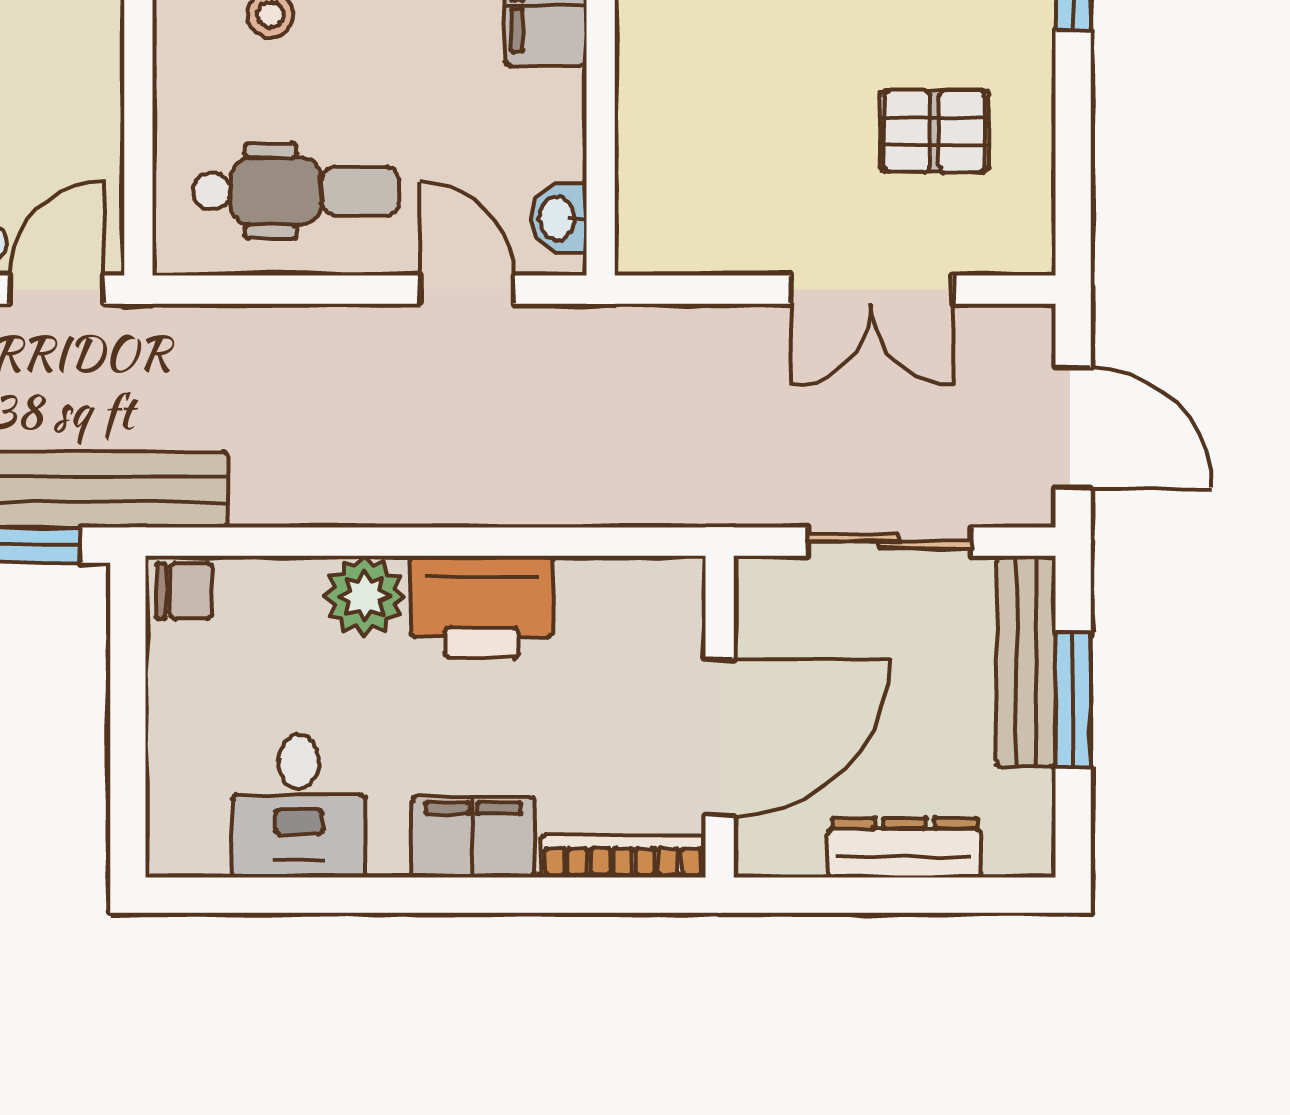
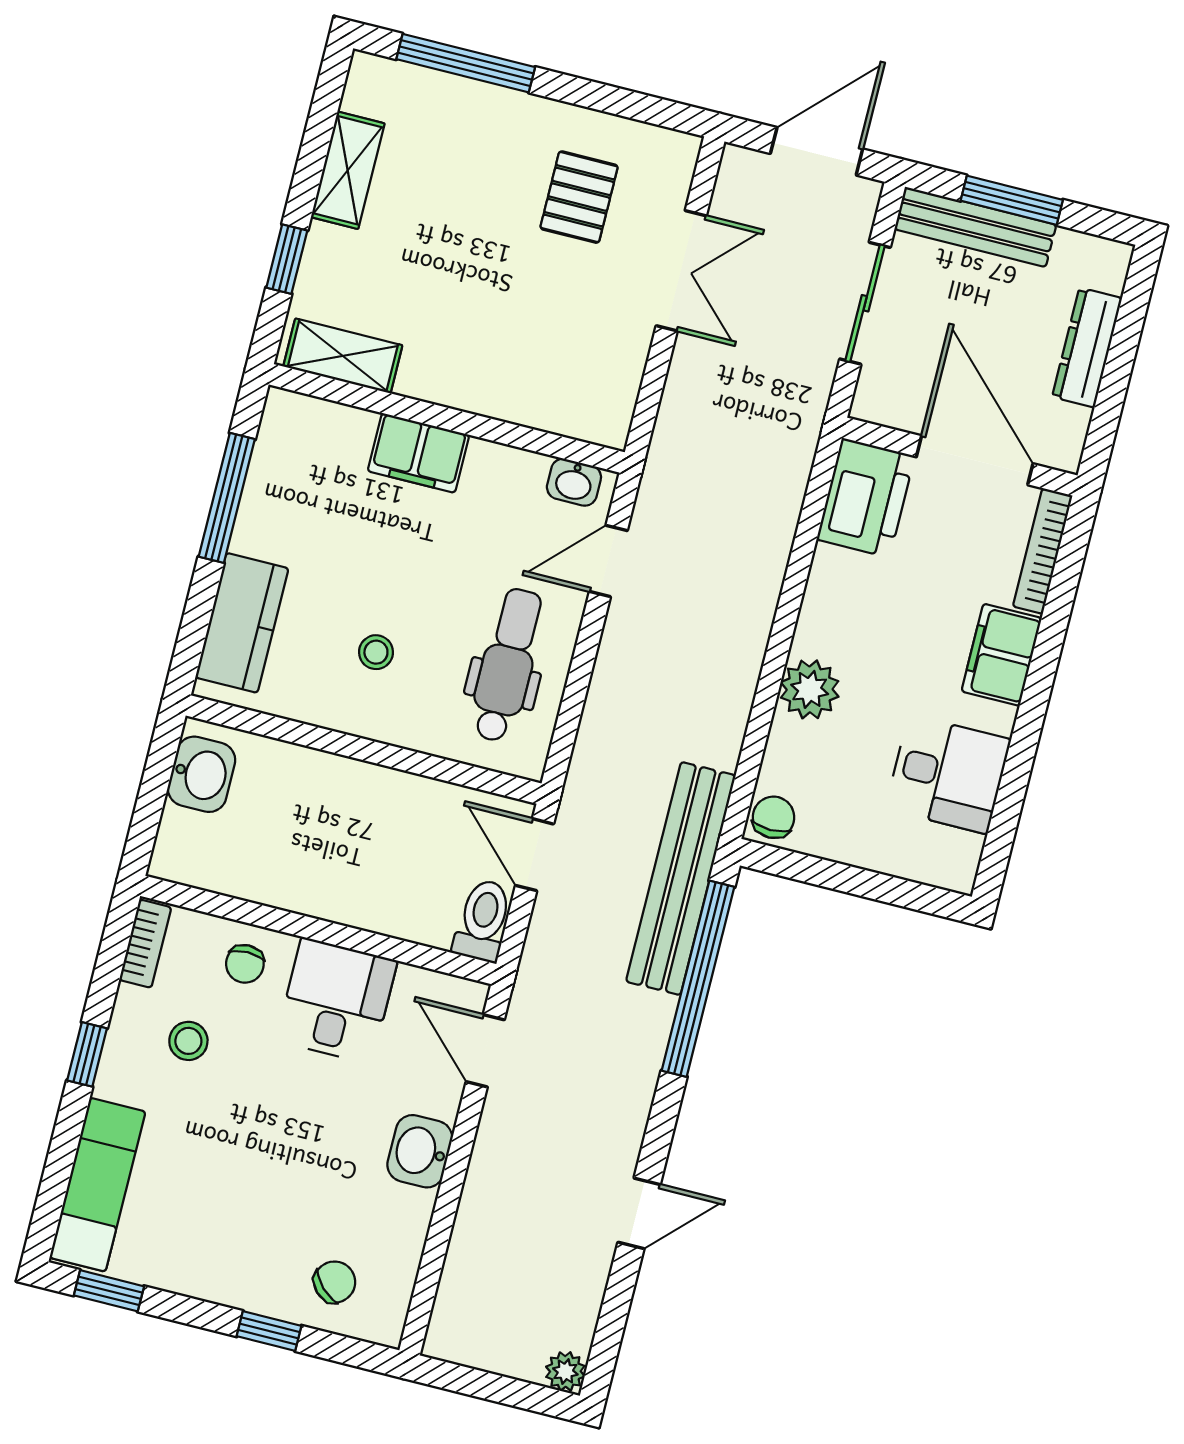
printer: (482, 607) -> (866, 498), moved

